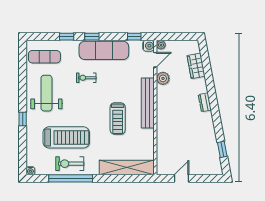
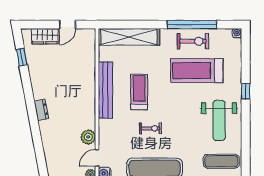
wardrobe: (196, 66) -> (45, 36), moved, turned 101
exercise bike: (86, 78) -> (150, 128), moved
bench: (148, 103) -> (105, 90), moved

